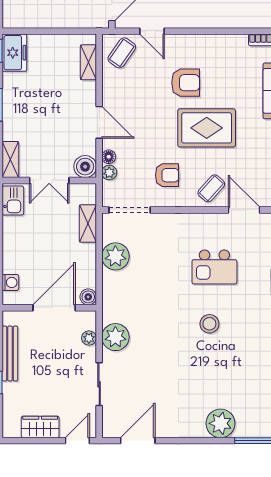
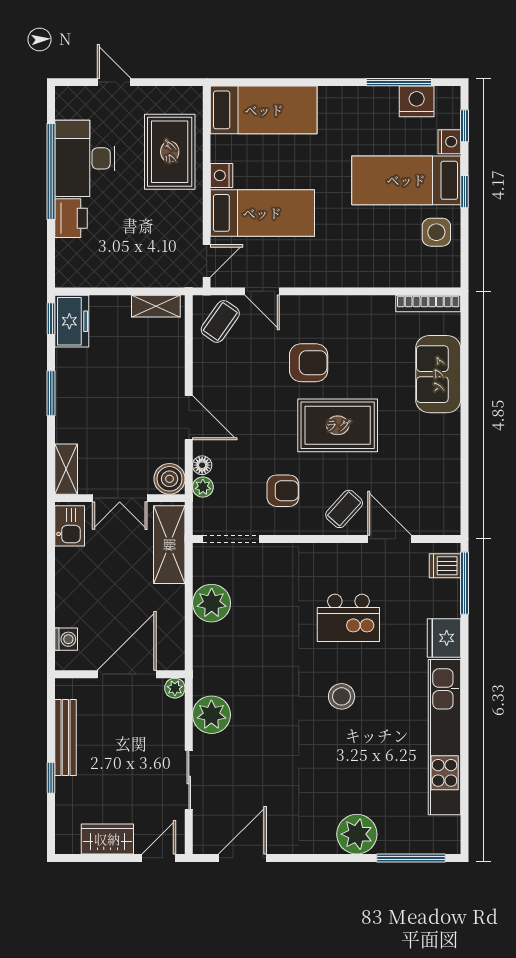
shelving: (88, 62) -> (156, 306), moved, turned 90
shelving: (88, 224) -> (169, 545), width x1.50, depth x1.33
boiler: (88, 297) -> (174, 659), removed
plant: (89, 338) -> (175, 688), moved

